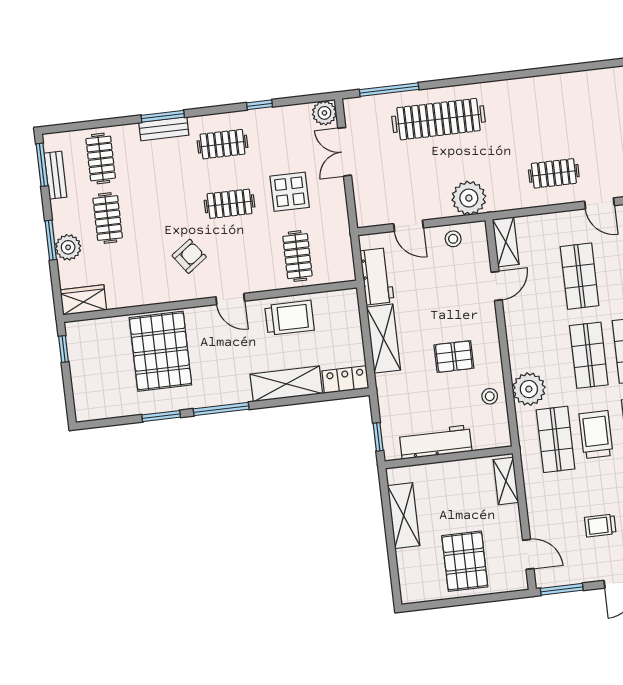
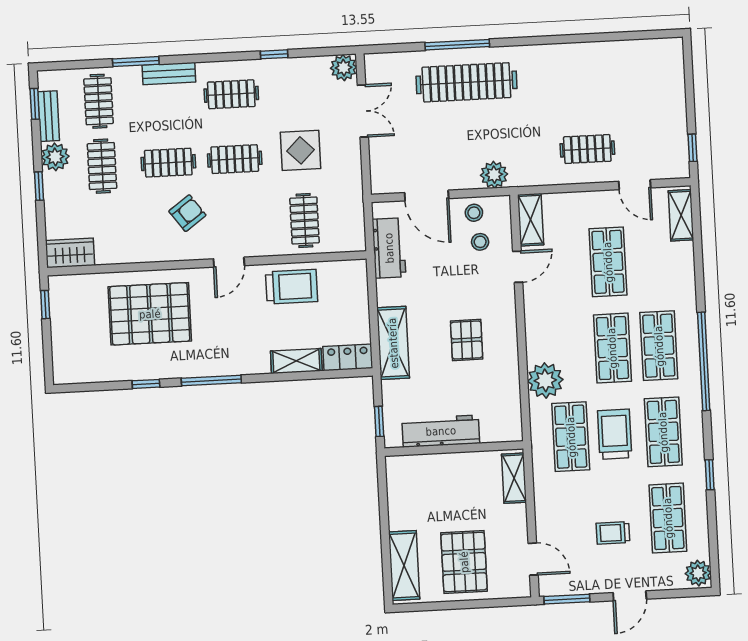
window: (389, 90) -> (457, 45), moved
window: (163, 116) -> (136, 62), moved
double door: (345, 152) -> (363, 111), swing flipped
window: (42, 165) -> (35, 104), width x0.67
plant: (469, 198) -> (494, 175), width x0.73, depth x0.73
clothes rail: (169, 211) -> (168, 163), added
door: (408, 226) -> (427, 196), width x1.38
window: (51, 240) -> (39, 186), width x0.67
plant: (68, 247) -> (55, 157), moved
door: (230, 299) -> (229, 262), hinge flipped
shelving: (383, 339) -> (393, 343), moved
pallet: (160, 351) -> (150, 314), turned 90
pallet: (454, 357) -> (467, 340), turned 90
shelving: (286, 384) -> (296, 361), width x0.67, depth x0.75
stool: (490, 396) -> (480, 242), moved
window: (161, 416) -> (146, 384), width x0.67
shelving: (404, 516) -> (404, 565), moved

